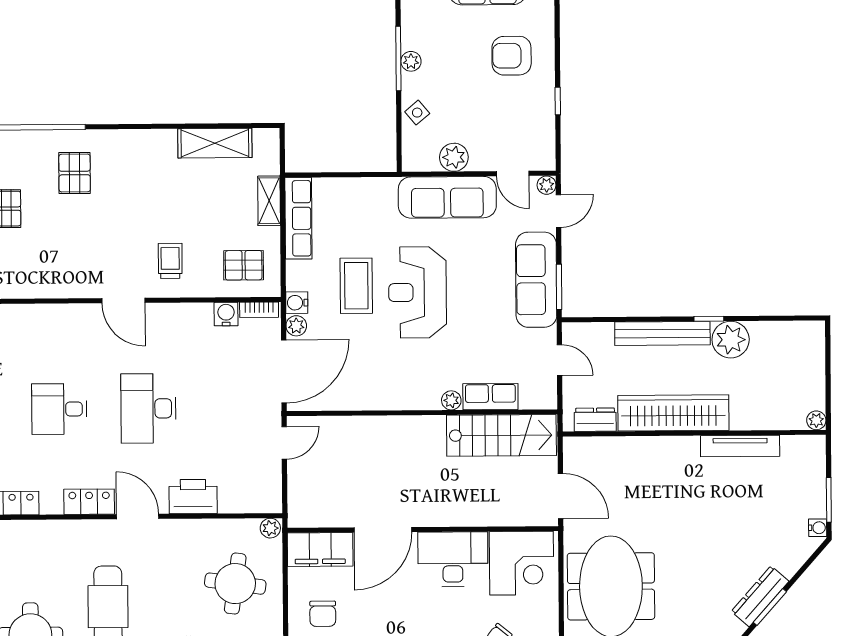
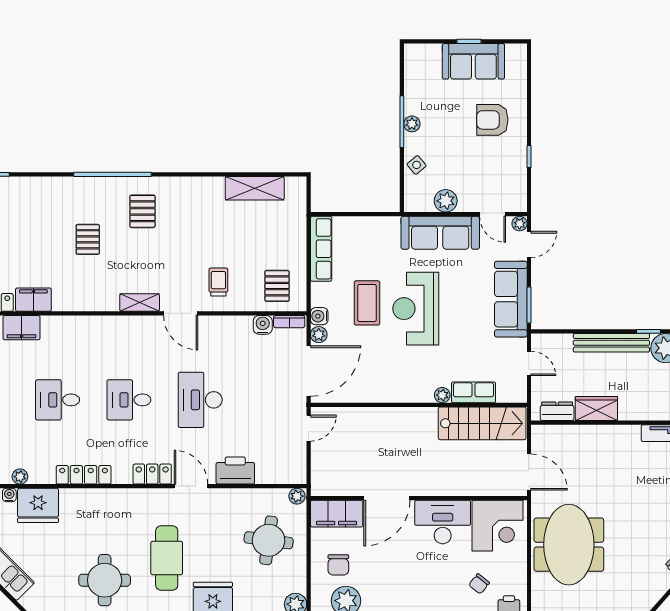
shelving: (269, 201) -> (140, 303), moved, turned 90
pallet: (244, 265) -> (277, 286), turned 90
wardrobe: (673, 413) -> (596, 408), width x0.48, depth x0.85

